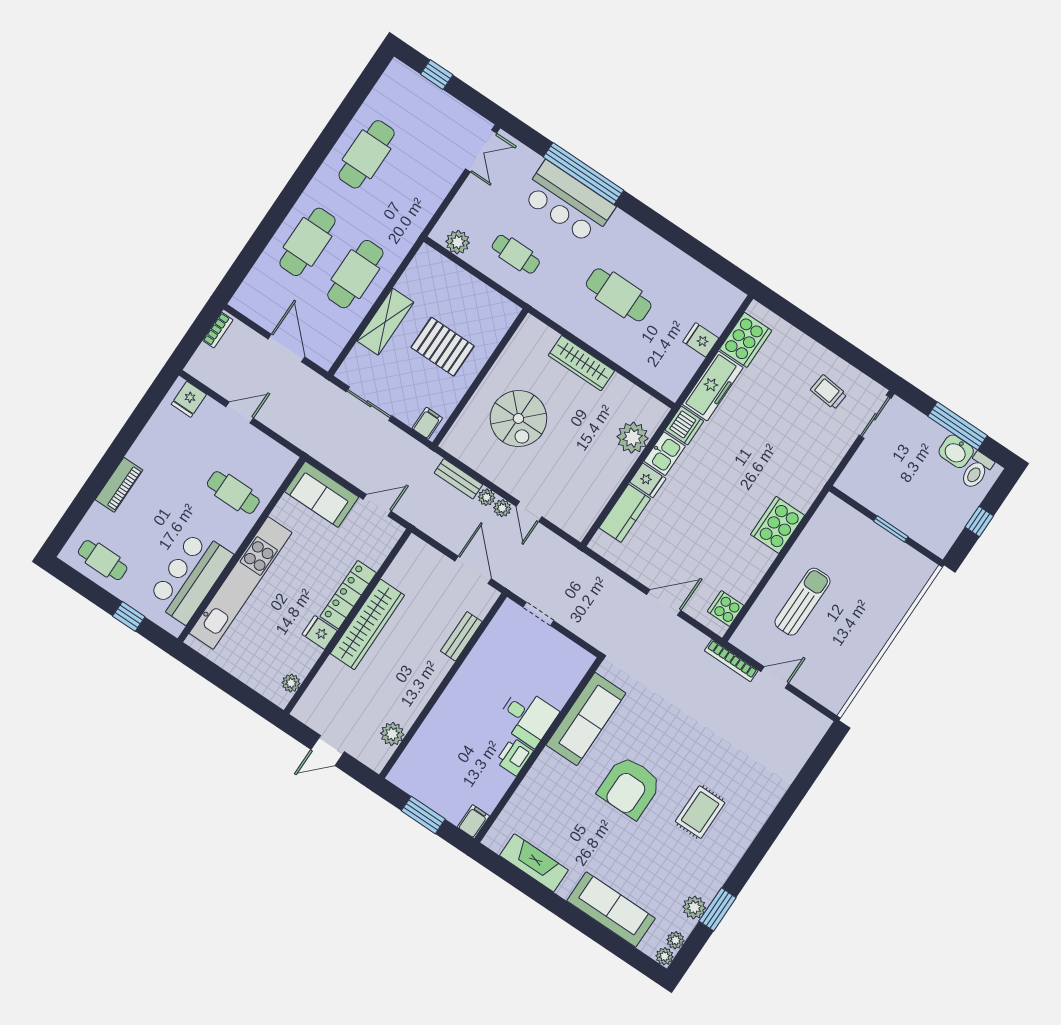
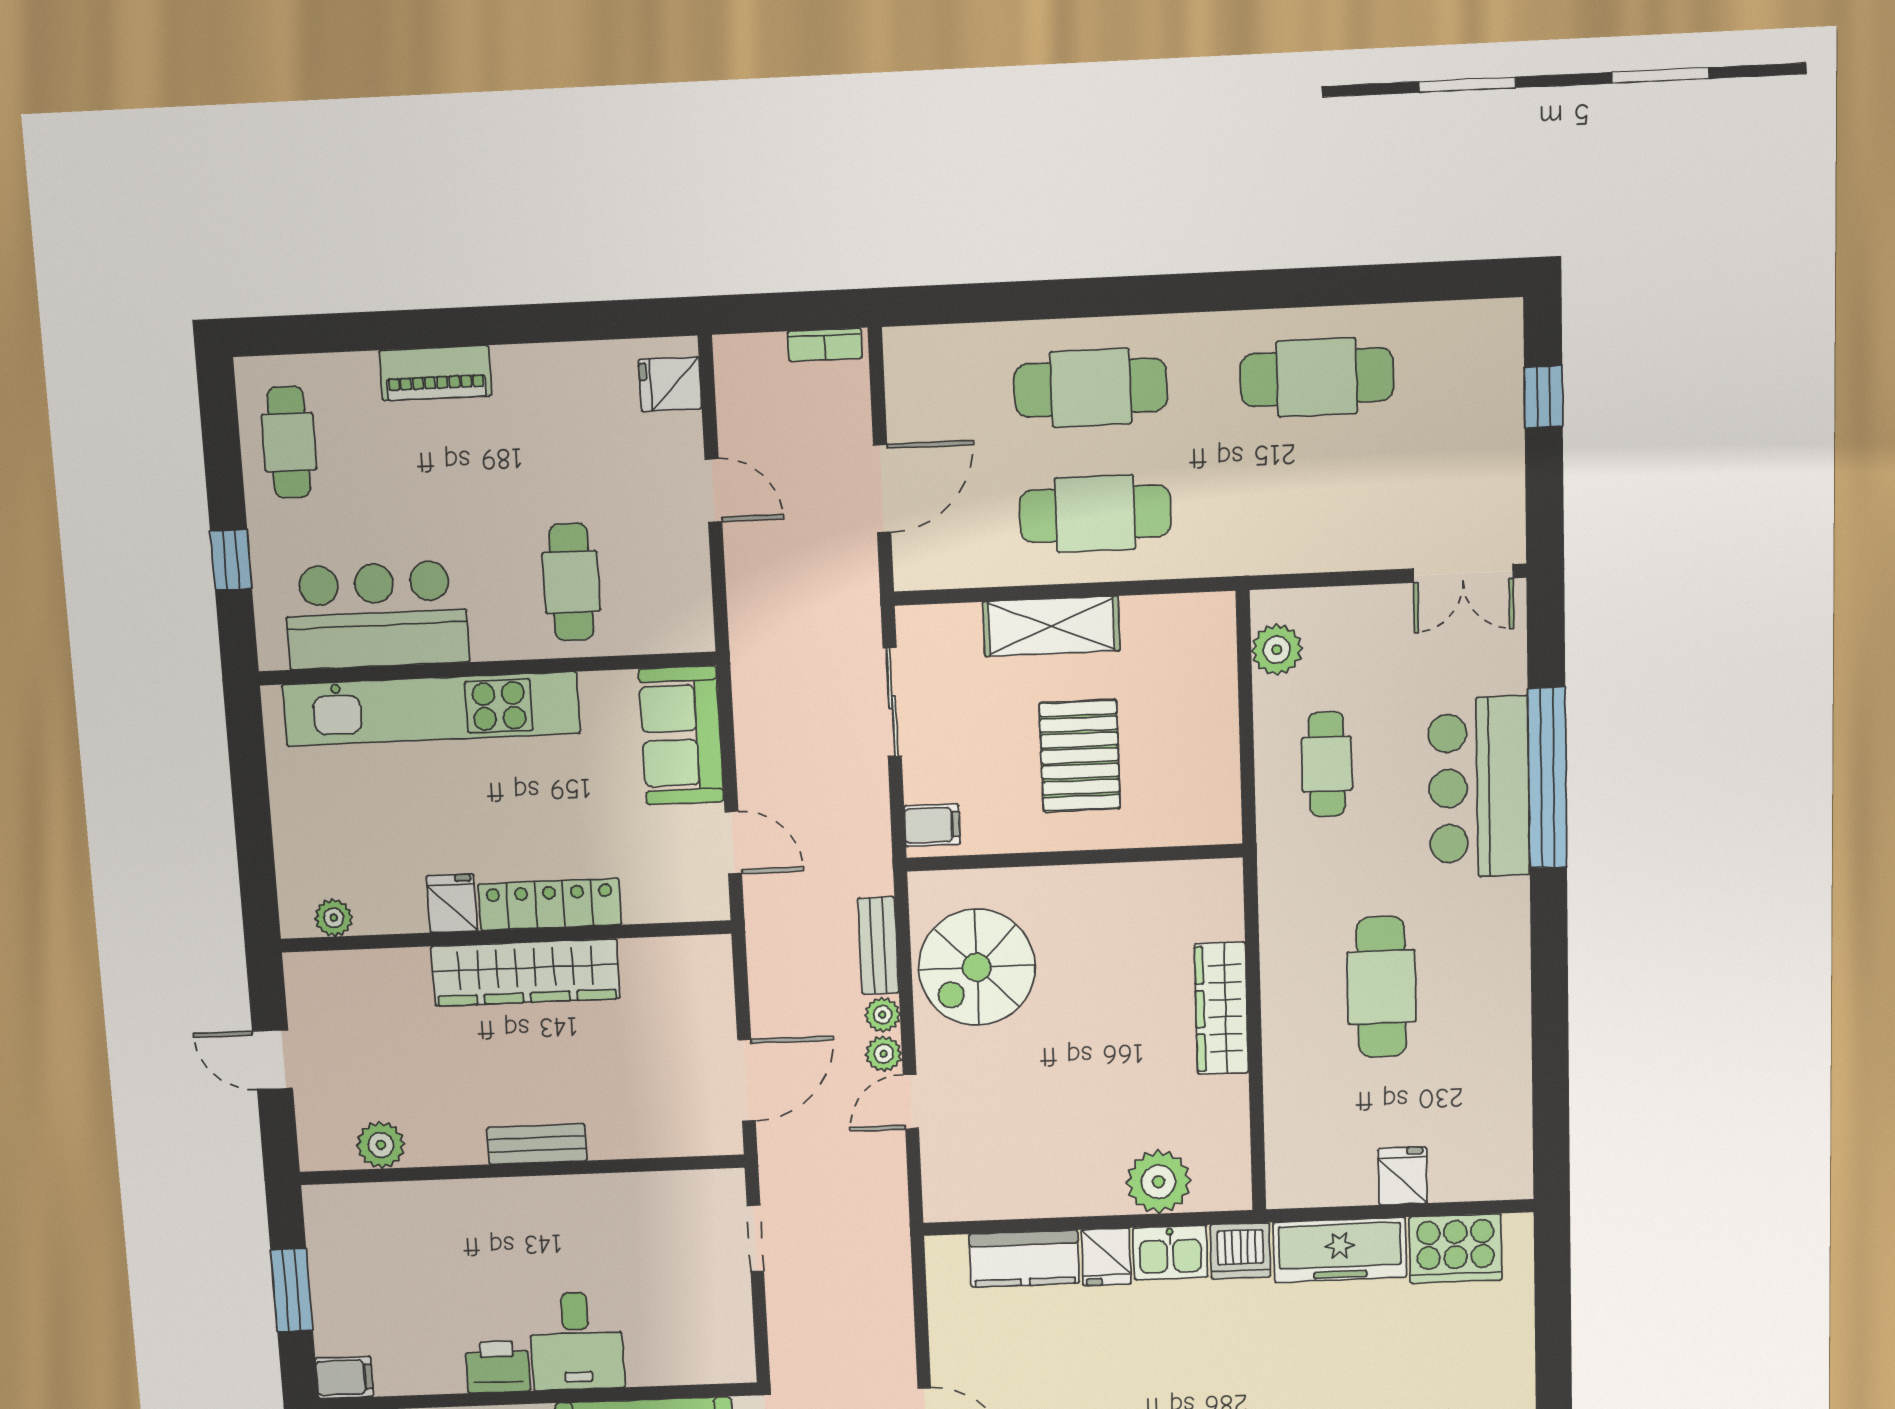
spiral stairs: (518, 418) -> (977, 967), moved
bench: (461, 636) -> (537, 1144), moved

